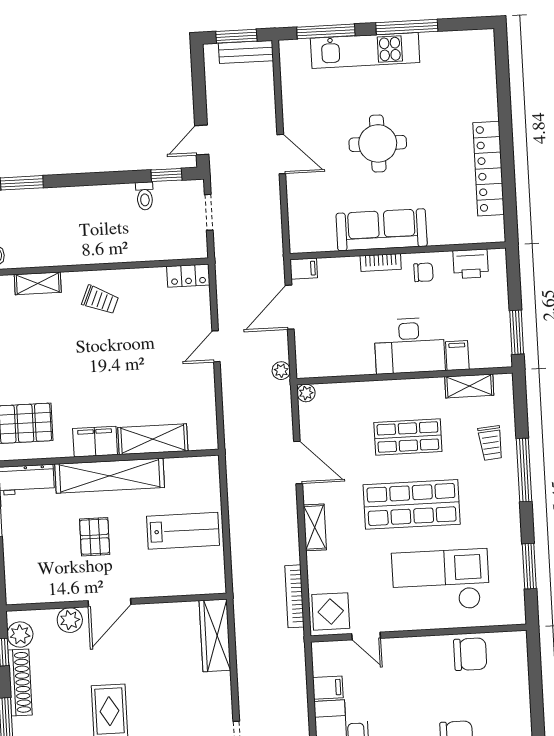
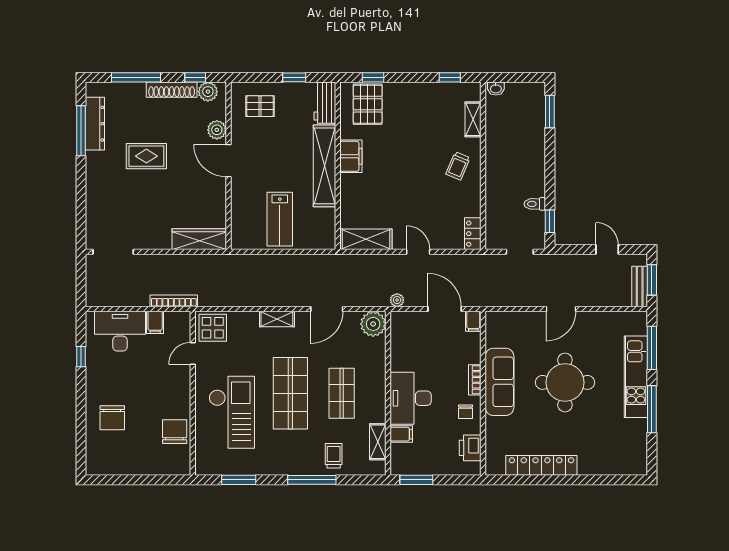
door: (202, 140) -> (607, 249), moved
round table: (378, 143) -> (565, 382), width x1.36, depth x1.36
plant: (306, 393) -> (373, 324), width x1.88, depth x1.88
shelving: (153, 439) -> (366, 239), moved, turned 90
trolley: (491, 443) -> (334, 456), turned 95
pallet: (95, 537) -> (260, 106), moved
bookcase: (294, 596) -> (174, 301), moved
chair: (470, 654) -> (175, 432), turned 180

